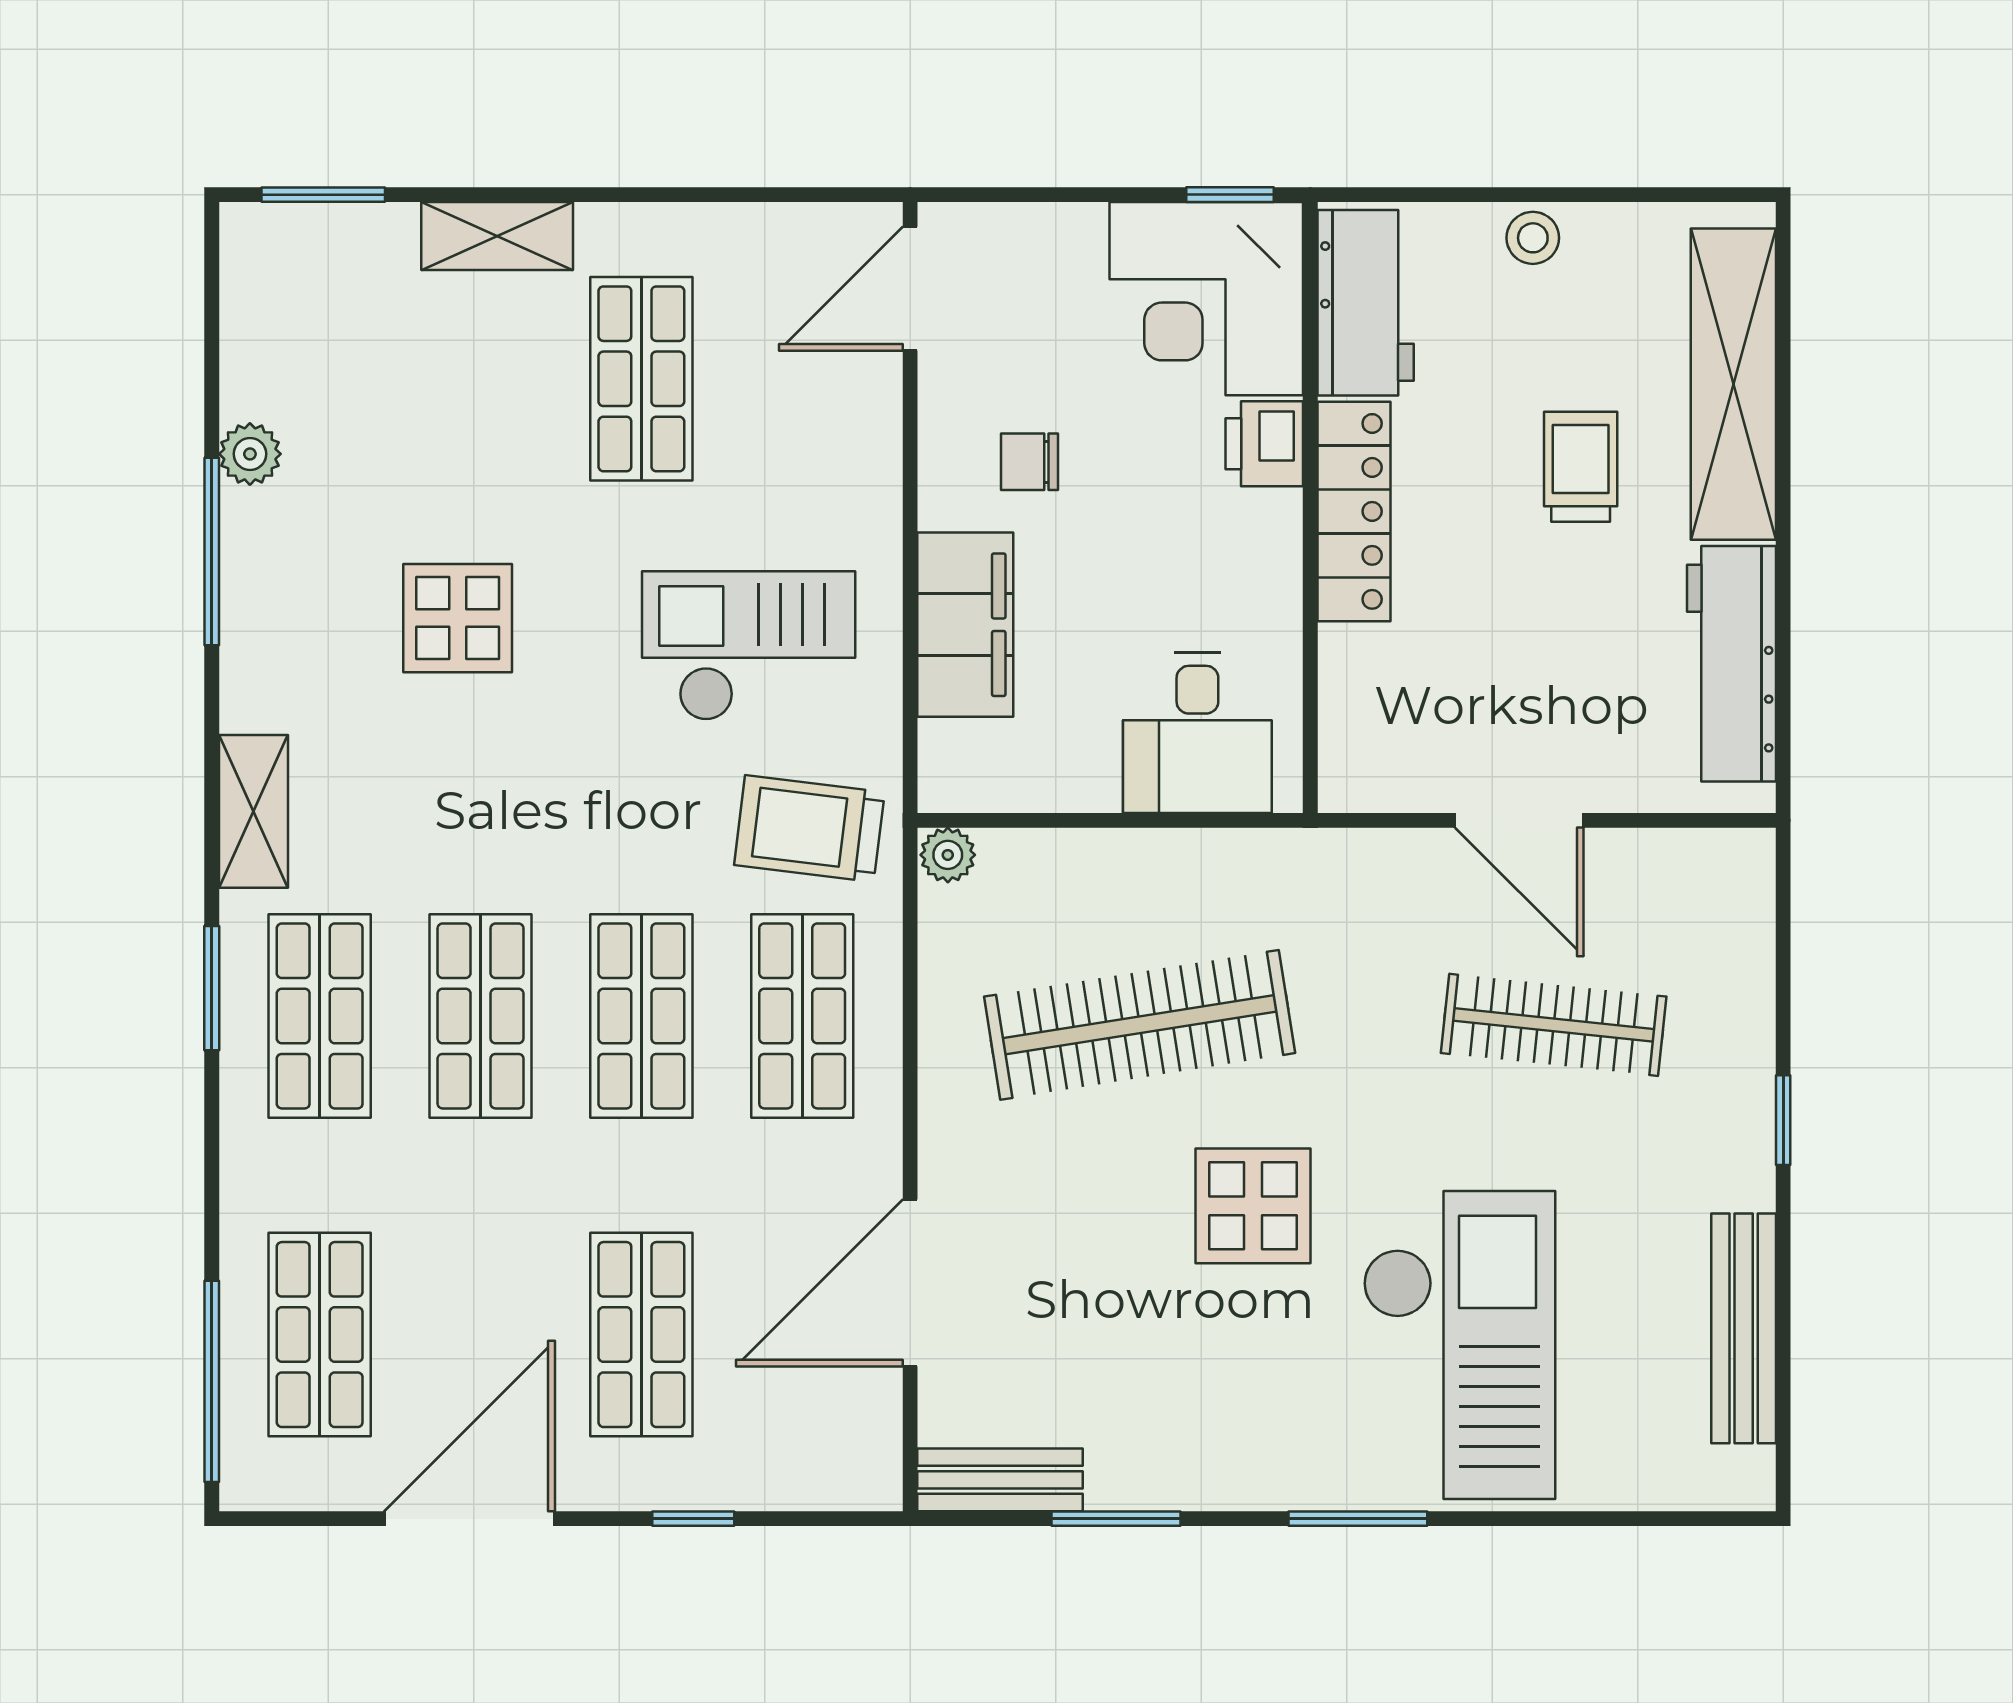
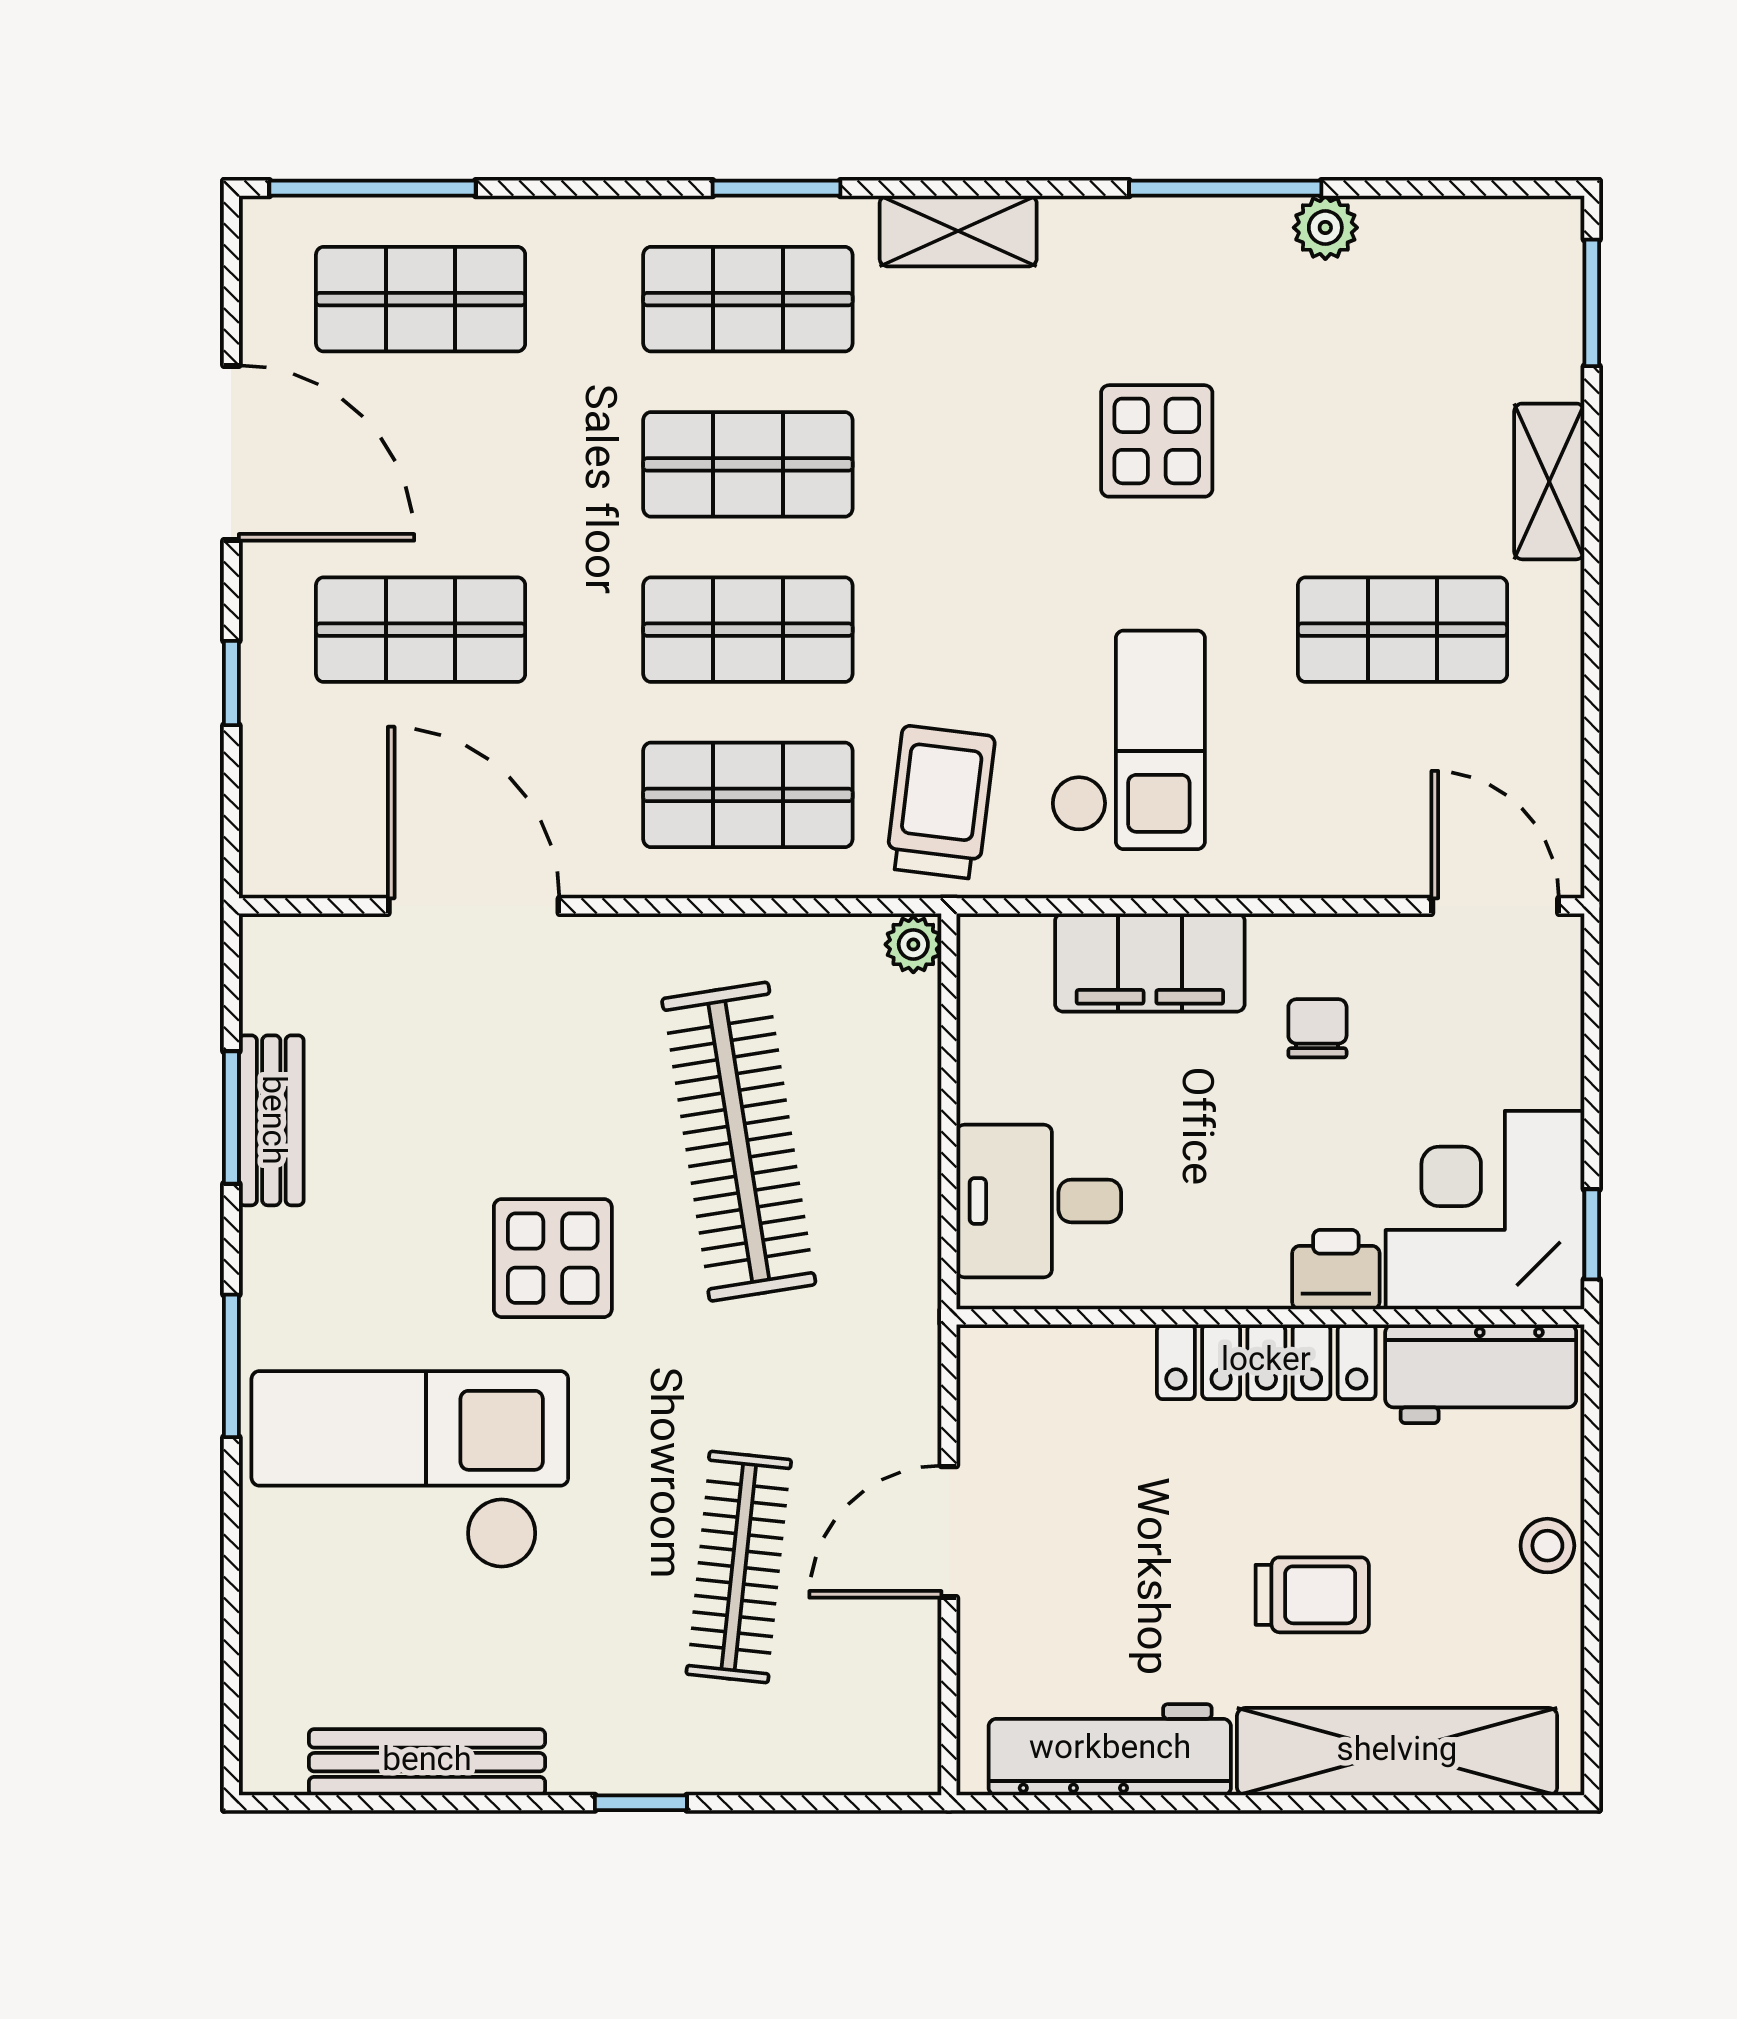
checkout: (1459, 1345) -> (410, 1470), turned 180
bench: (1000, 1480) -> (271, 1120), moved

